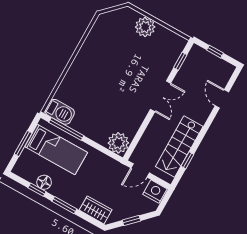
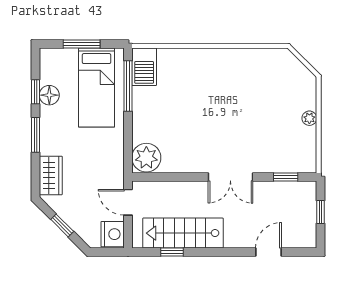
plant: (145, 27) -> (309, 118), width x0.53, depth x0.53

